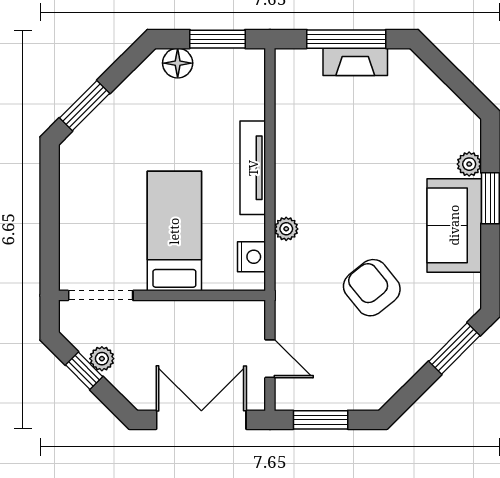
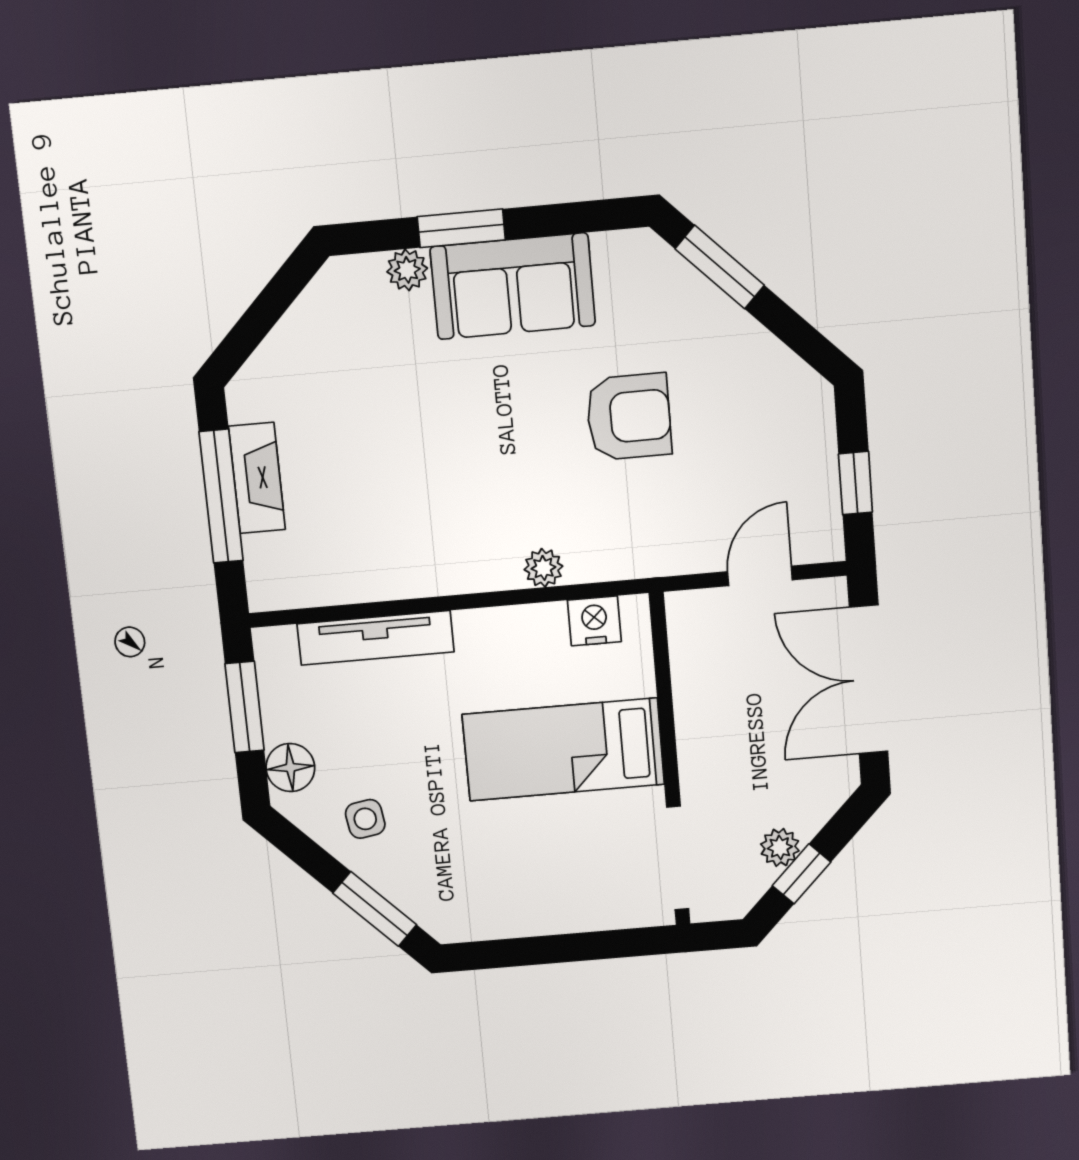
side table: (142, 106) -> (365, 819), added
tv unit: (253, 168) -> (376, 638), moved
armchair: (372, 288) -> (629, 417), turned -141
window: (321, 420) -> (856, 483), width x0.67

